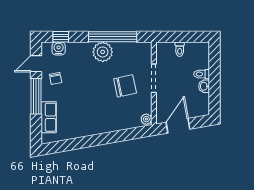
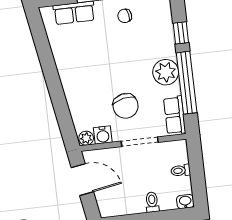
window: (61, 37) -> (181, 33), moved
water cooler: (59, 48) -> (103, 135), moved, turned 90
row of seats: (137, 49) -> (175, 115), added
washbasin: (204, 86) -> (185, 202), moved

